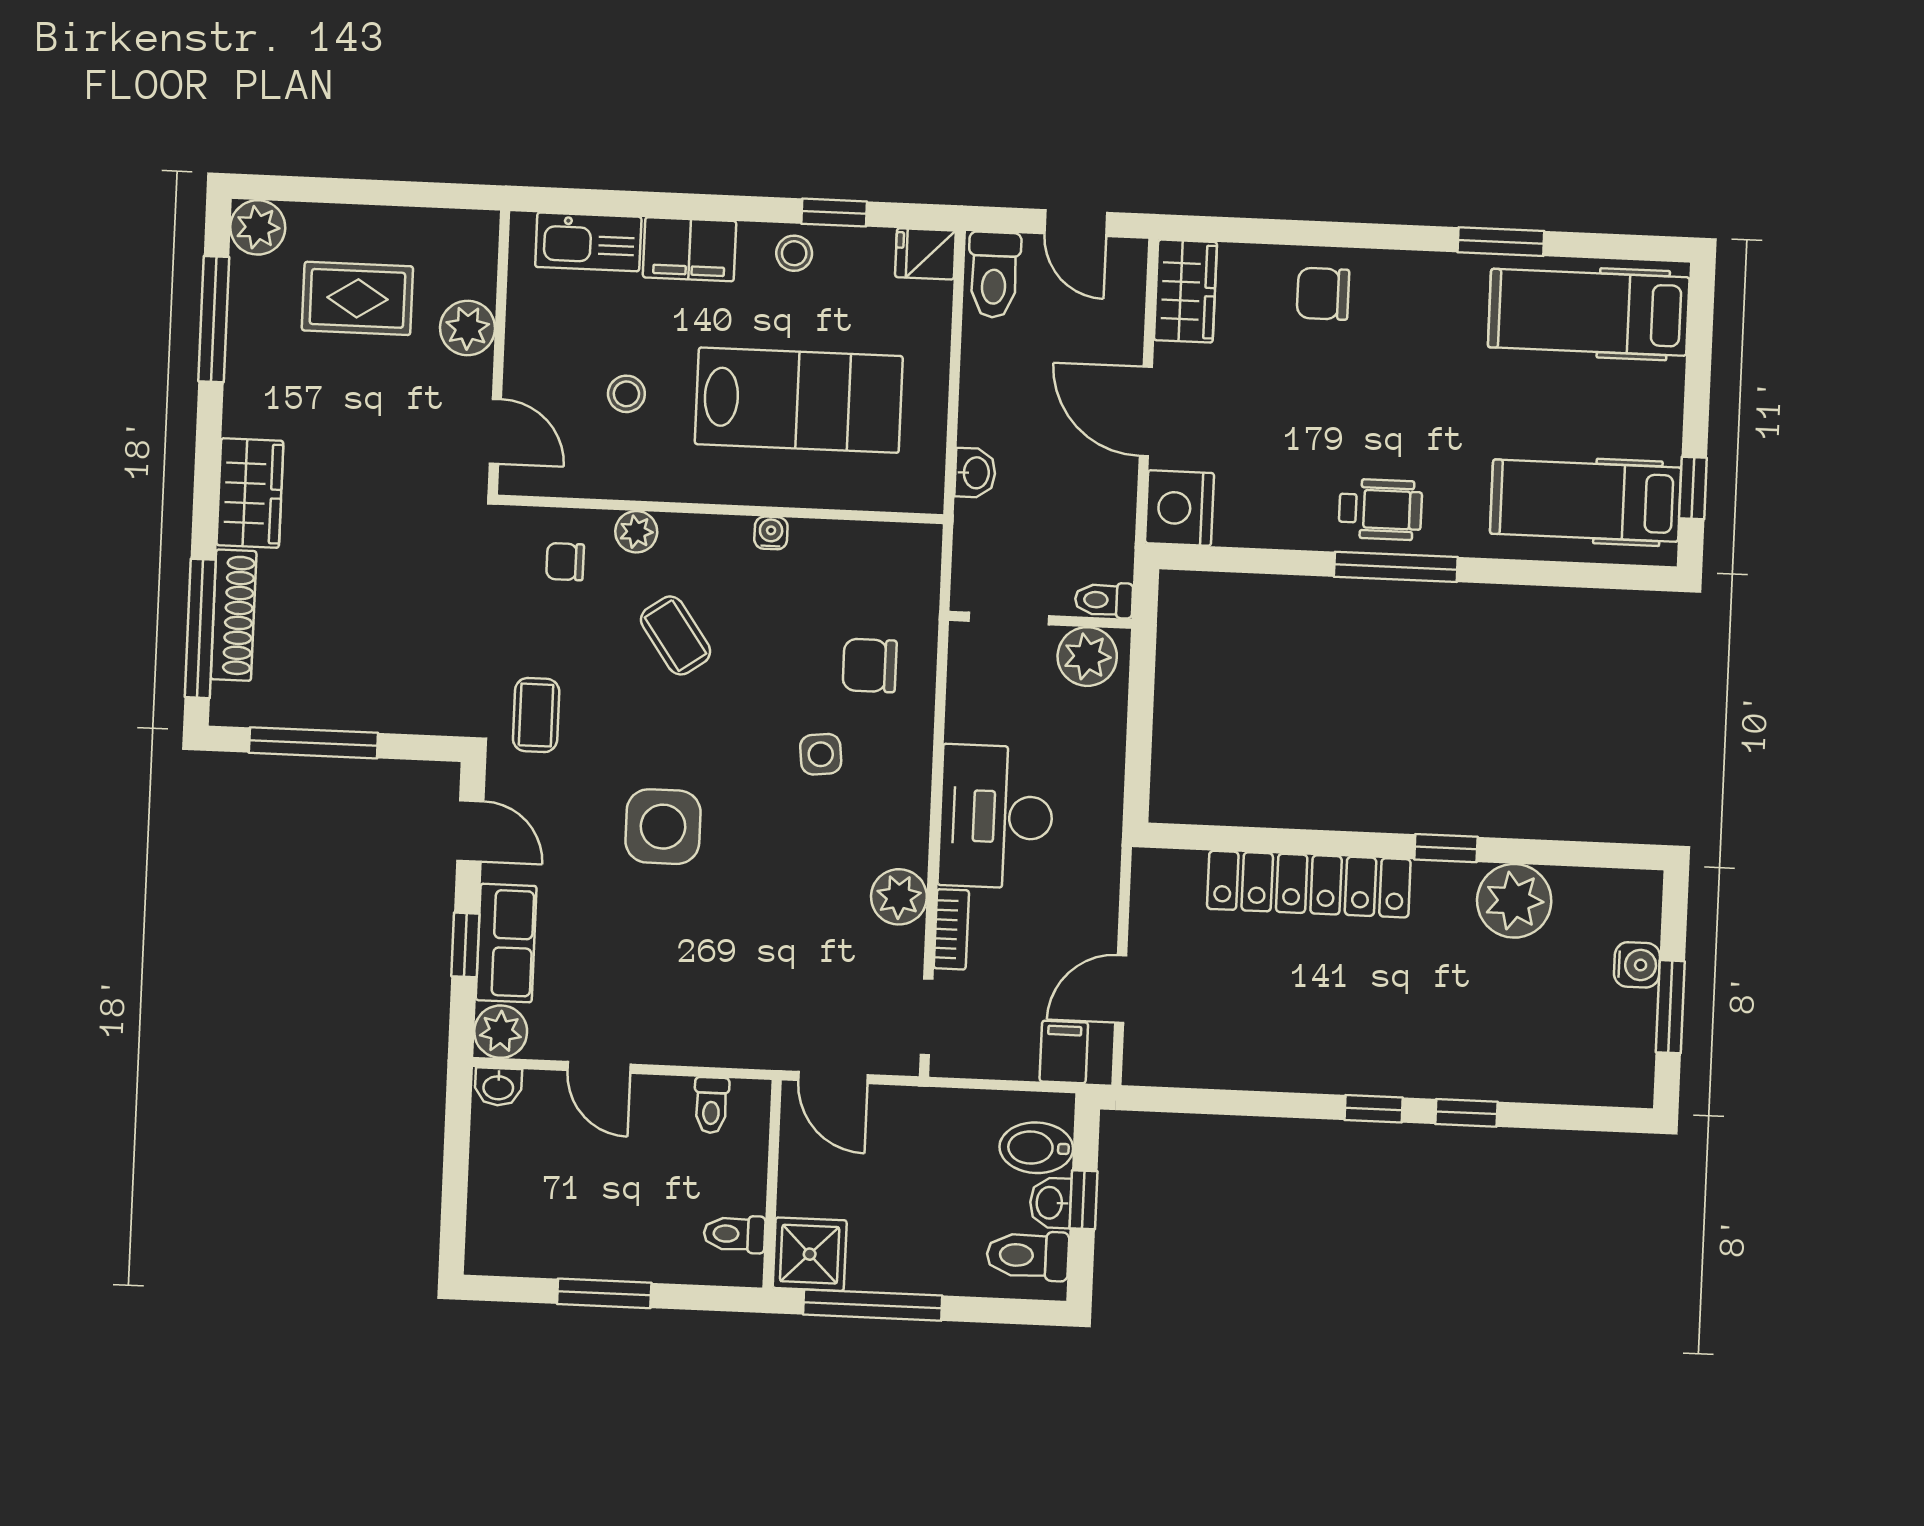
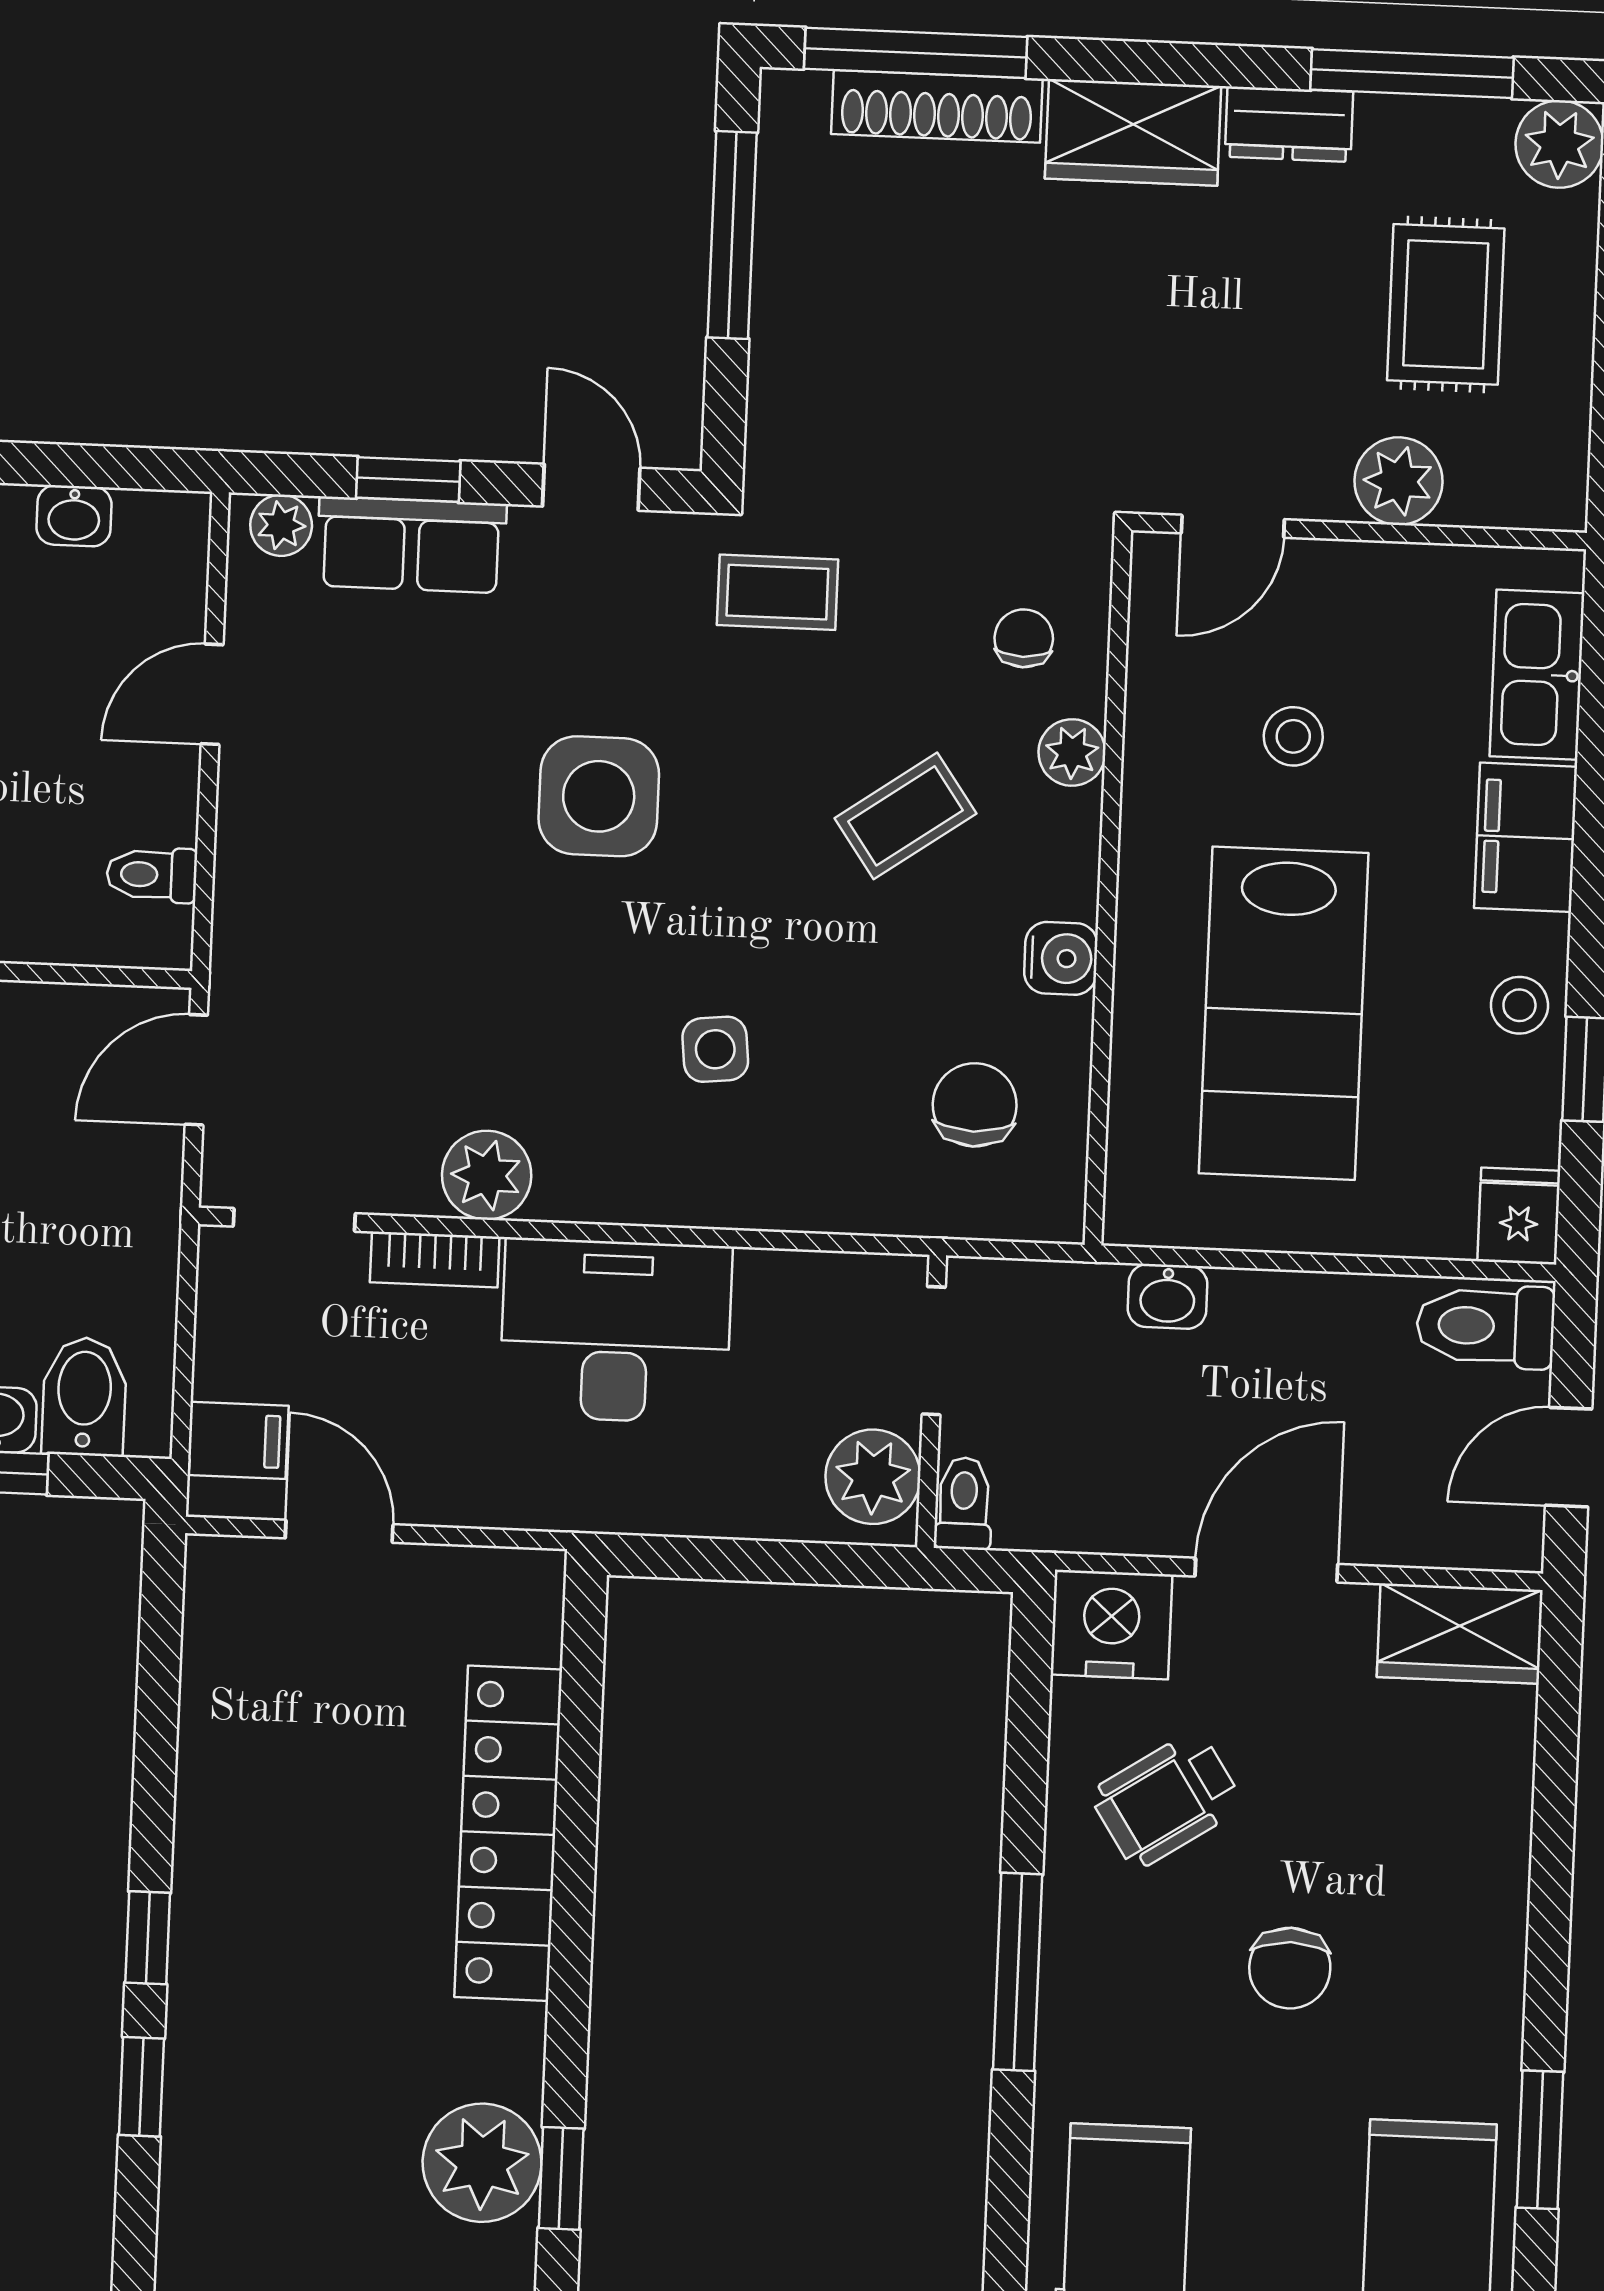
chair: (1323, 294) -> (1290, 1968), moved, turned 180
dresser: (245, 396) -> (1289, 124), added
wheelchair: (1380, 509) -> (1167, 1800), moved, turned 57
water cooler: (771, 533) -> (1061, 958), width x1.38, depth x1.38
chair: (870, 665) -> (975, 1105), moved
door: (470, 831) -> (591, 487), swing flipped
window: (1446, 848) -> (561, 2178), moved
plant: (501, 1032) -> (281, 525), width x0.73, depth x0.73
washbasin: (498, 1087) -> (74, 516), moved, turned -90

